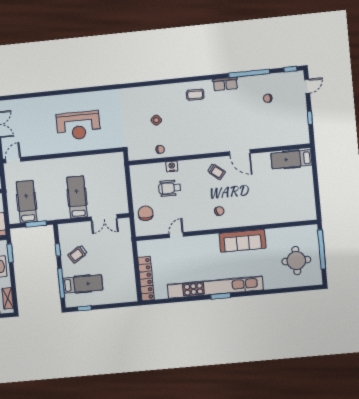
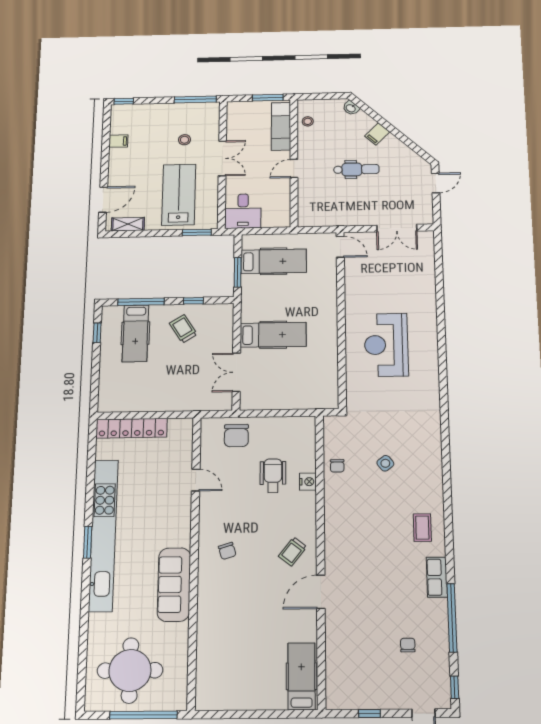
chair: (146, 213) -> (236, 436), turned 89
round table: (296, 261) -> (130, 670), width x1.36, depth x1.36

